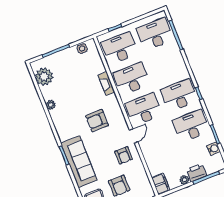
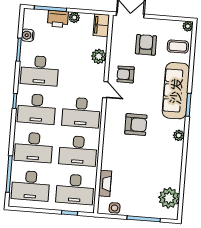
desk: (167, 65) -> (34, 147), added
fireplace: (106, 84) -> (105, 183), moved
plant: (51, 105) -> (179, 135), moved
door: (134, 136) -> (105, 90), swing flipped
armchair: (124, 155) -> (126, 74), turned -90
plant: (151, 159) -> (99, 56), added

